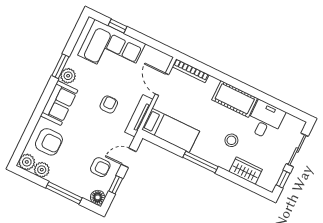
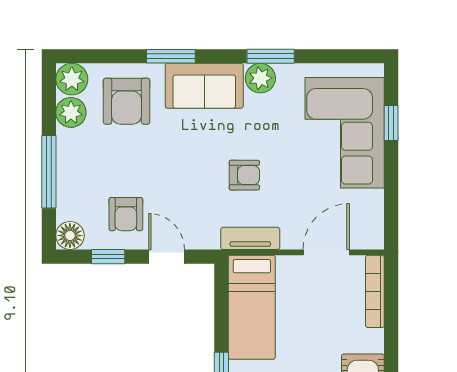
window: (38, 112) -> (171, 56), added
tv unit: (139, 116) -> (250, 238), width x0.71

